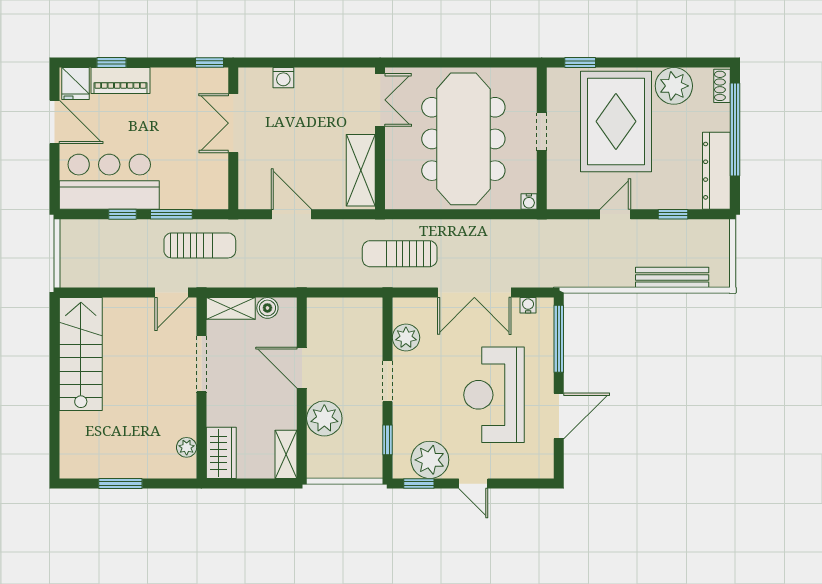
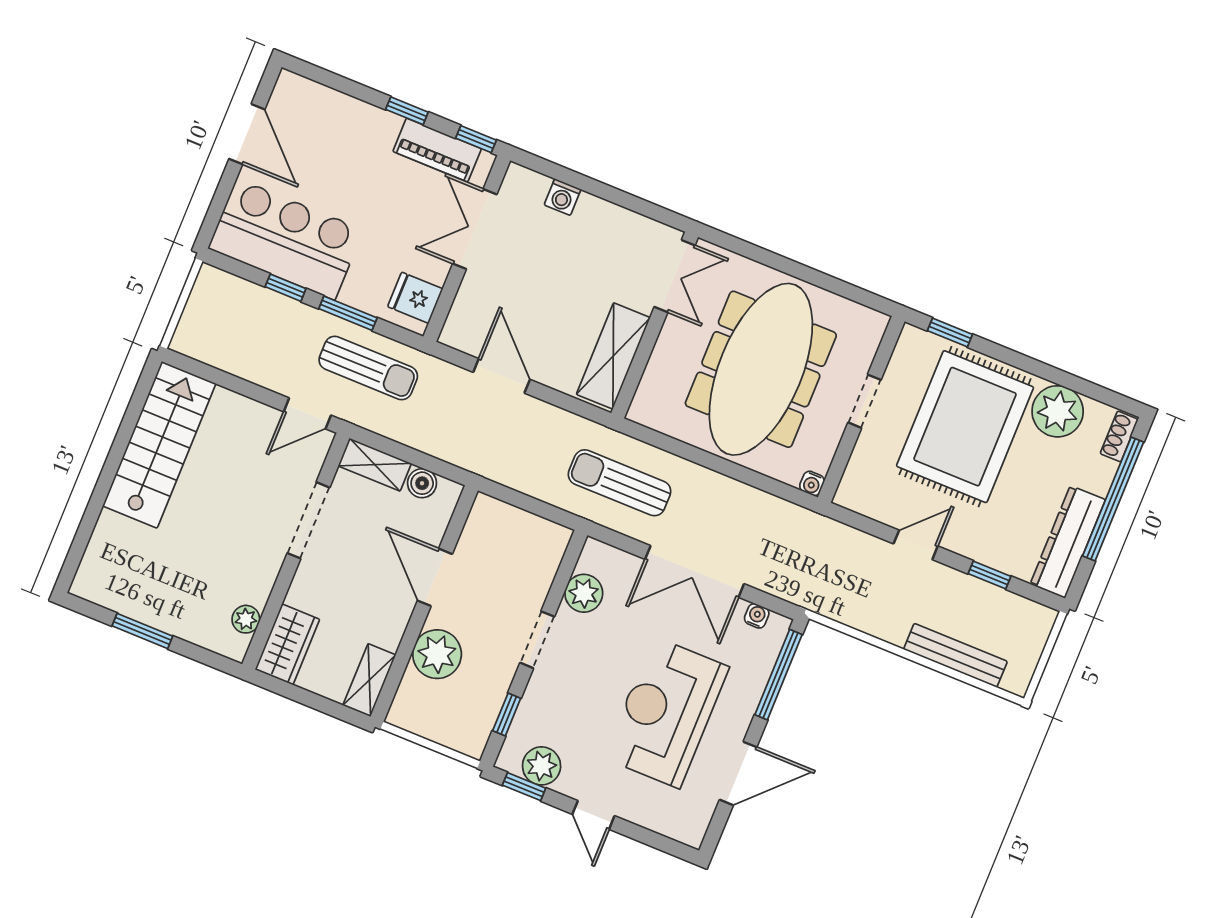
window: (111, 62) -> (407, 111), moved
piano: (120, 81) -> (437, 150), moved
fridge: (76, 84) -> (415, 298), moved, turned 90
plant: (430, 460) -> (542, 766), width x0.73, depth x0.73

